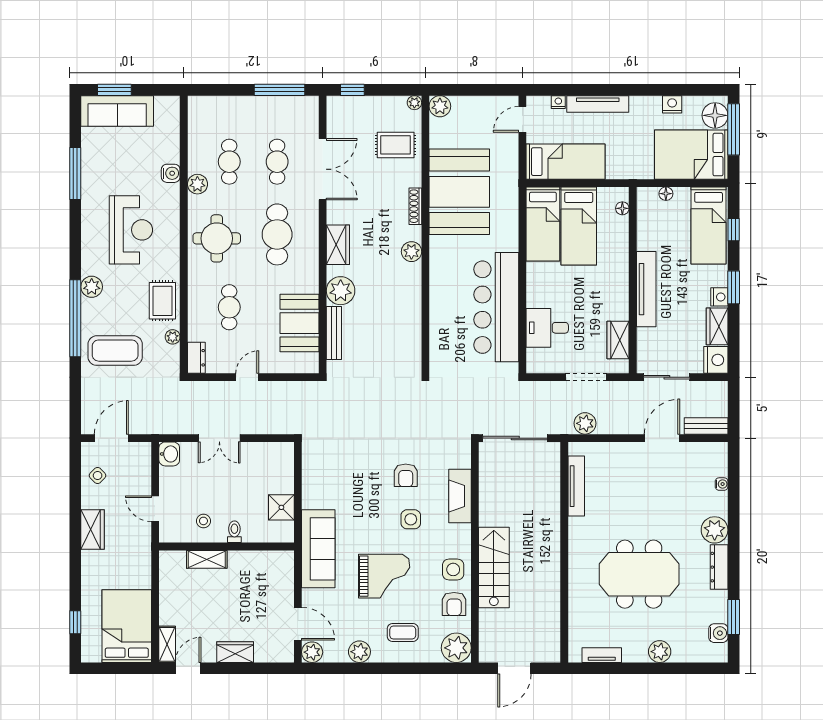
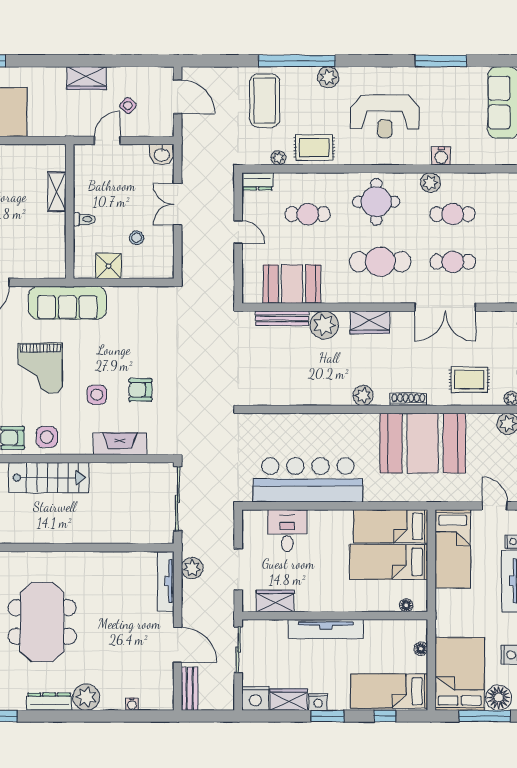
rug: (396, 145) -> (469, 380), turned 90
side table: (98, 476) -> (128, 105), moved
tv unit: (576, 486) -> (166, 581), moved, turned 90
stool: (203, 521) -> (137, 238), moved

